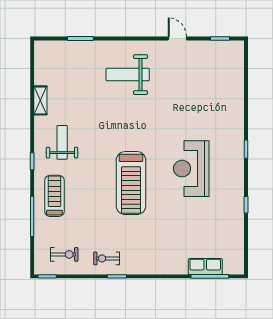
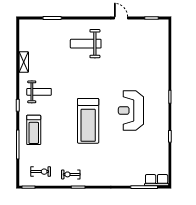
weight bench: (62, 142) -> (39, 92), turned 90
treadmill: (54, 196) -> (34, 130), turned 180
row of seats: (205, 267) -> (157, 180), moved

